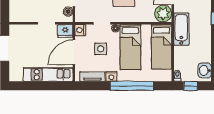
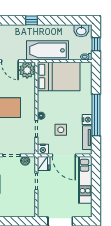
bathtub: (181, 29) -> (47, 50), width x1.36, depth x1.36
bed: (130, 47) -> (59, 101), removed
bed: (162, 47) -> (59, 77), width x1.50
window: (132, 86) -> (96, 115), moved

